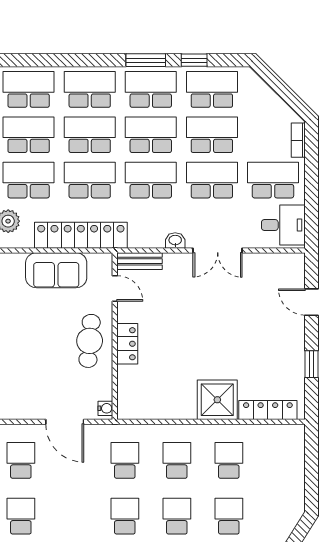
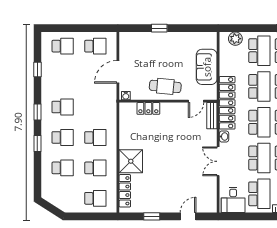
locker: (81, 235) -> (227, 103), moved
locker: (127, 344) -> (148, 108), moved
school desk: (125, 460) -> (95, 198), moved

